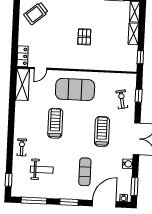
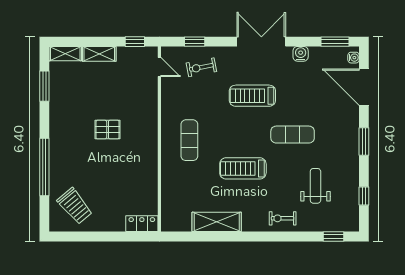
door: (40, 68) -> (159, 67), moved
shelving: (22, 85) -> (217, 222), moved
exercise mat: (75, 89) -> (189, 140), width x0.50, depth x0.69
exercise mat: (85, 172) -> (293, 135), moved
window: (34, 201) -> (364, 196), width x0.46

